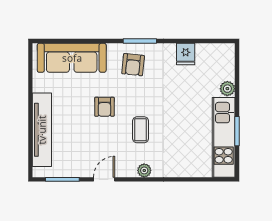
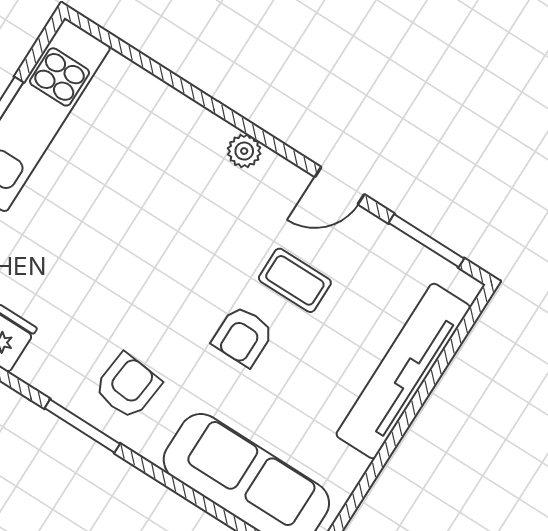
armchair: (104, 107) -> (243, 336), turned 180
coffee table: (141, 130) -> (295, 280), moved, turned 90

